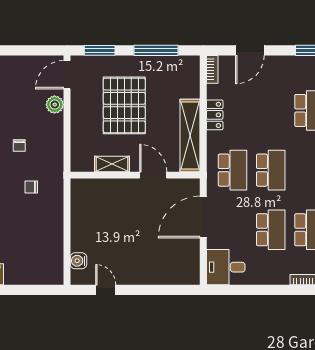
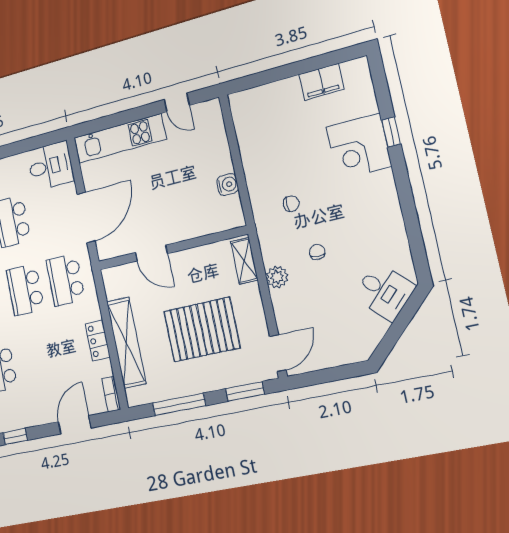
plant: (55, 105) -> (277, 277), moved
pallet: (124, 105) -> (202, 330), turned 90
shelving: (190, 135) -> (126, 343), moved
shelving: (112, 164) -> (244, 261), moved, turned 90
water cooler: (78, 261) -> (228, 184), moved
kitchen unit: (160, 274) -> (120, 138), added

